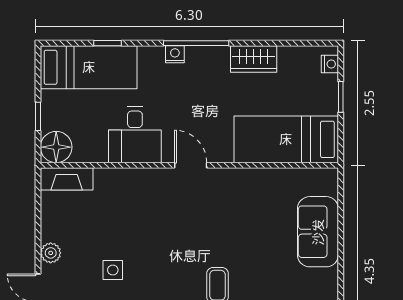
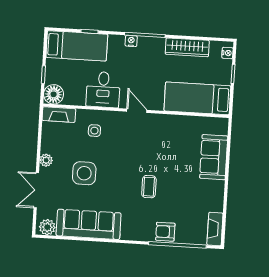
wardrobe: (254, 59) -> (187, 47), width x1.50
side table: (125, 201) -> (94, 131), added
side table: (113, 270) -> (84, 173), width x1.87, depth x1.87

